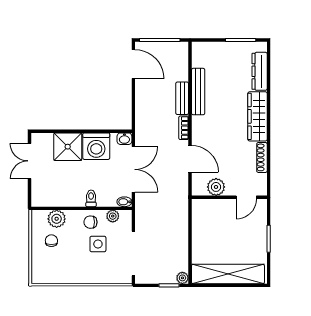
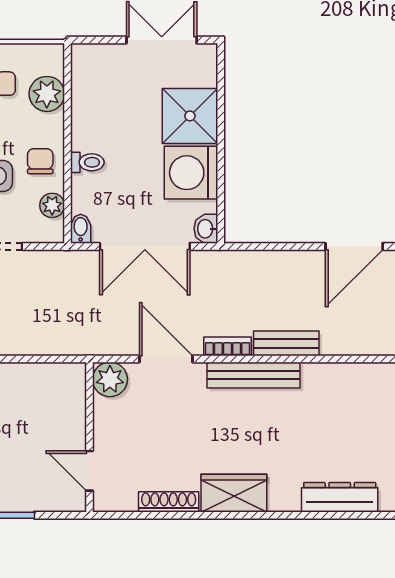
bench: (198, 92) -> (253, 375), moved
wardrobe: (258, 116) -> (234, 493), width x0.67
door: (190, 159) -> (166, 359), swing flipped
plant: (216, 187) -> (110, 379), moved

